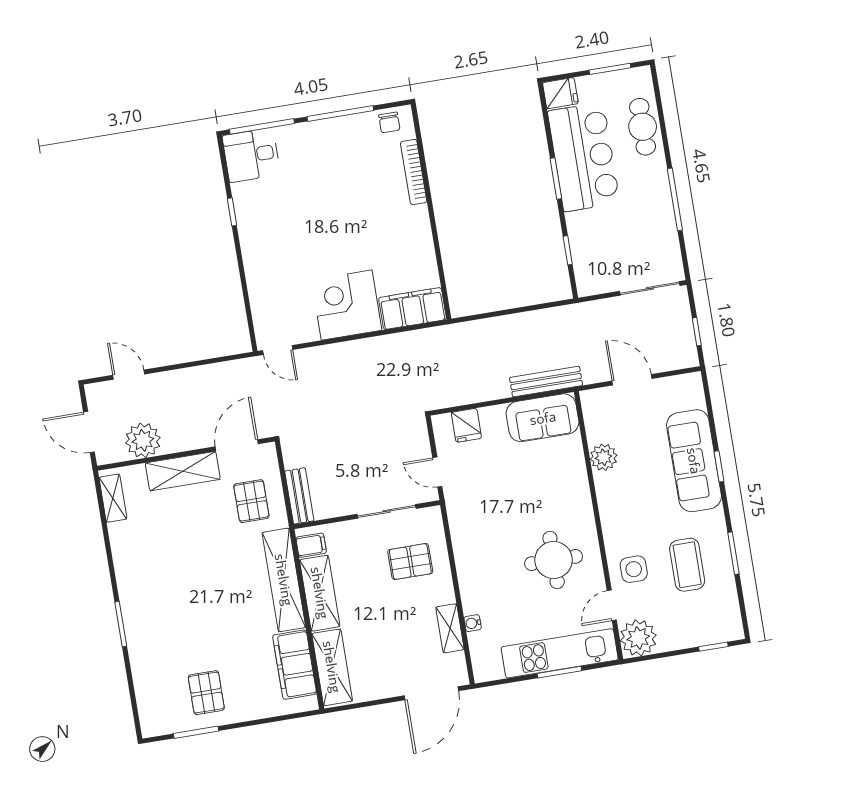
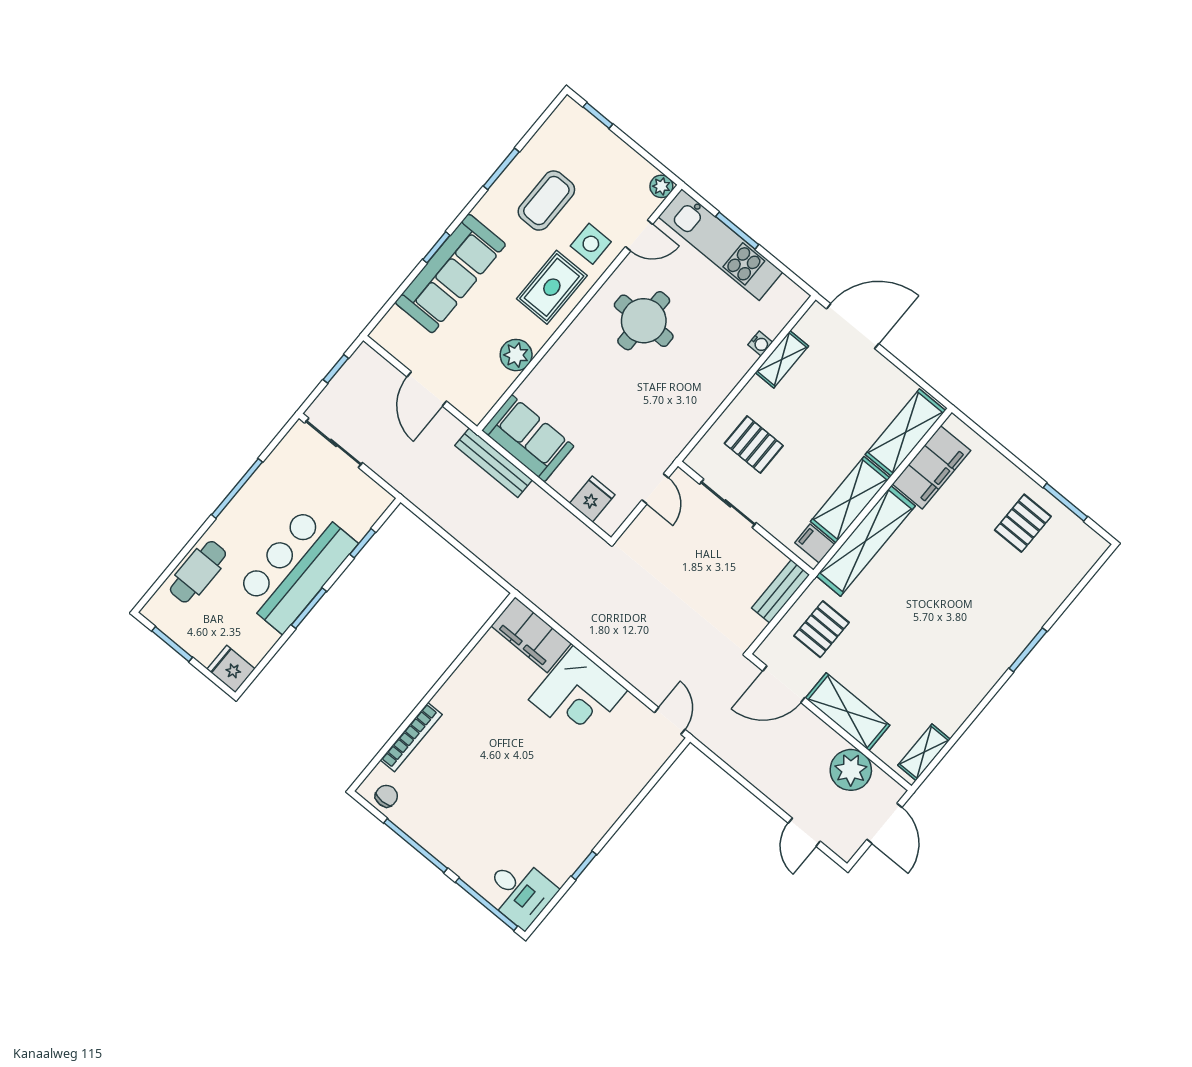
bar counter: (584, 157) -> (295, 568), moved
rug: (628, 519) -> (552, 287), added
plant: (638, 638) -> (661, 186), width x0.53, depth x0.53

